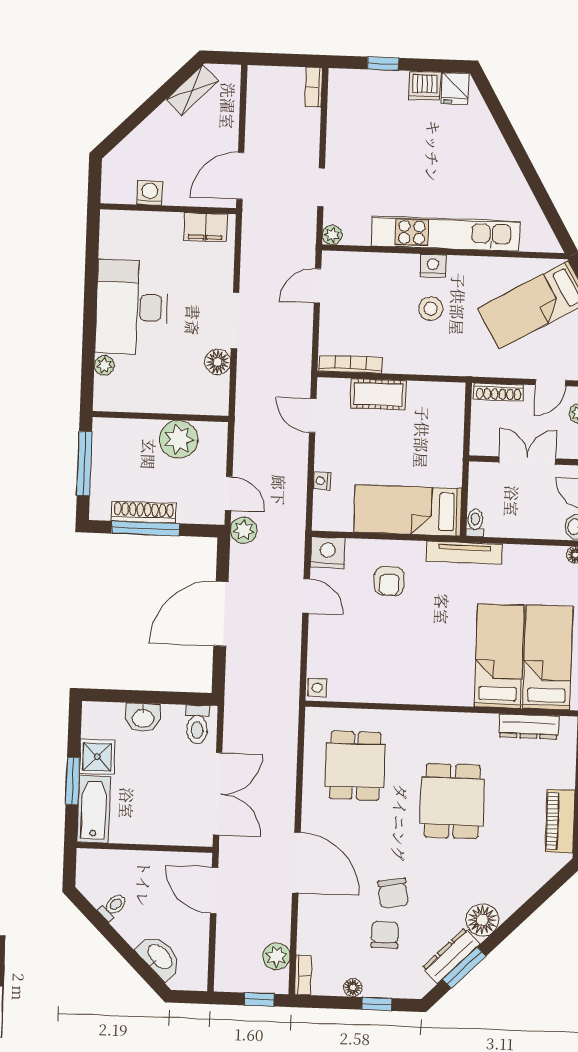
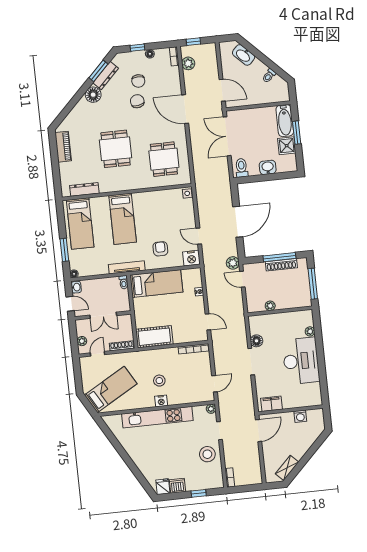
stool: (353, 142) -> (207, 454), added
cot: (378, 394) -> (154, 337), moved, width x1.37, depth x1.34
plant: (179, 439) -> (270, 306), width x0.53, depth x0.53
bed: (499, 656) -> (123, 219), moved

